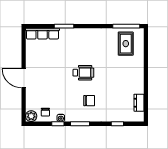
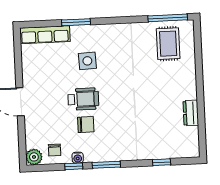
side table: (70, 53) -> (87, 61), added
wheelchair: (83, 73) -> (83, 99), moved
chair: (89, 101) -> (86, 125), moved
dresser: (139, 103) -> (191, 113), moved

